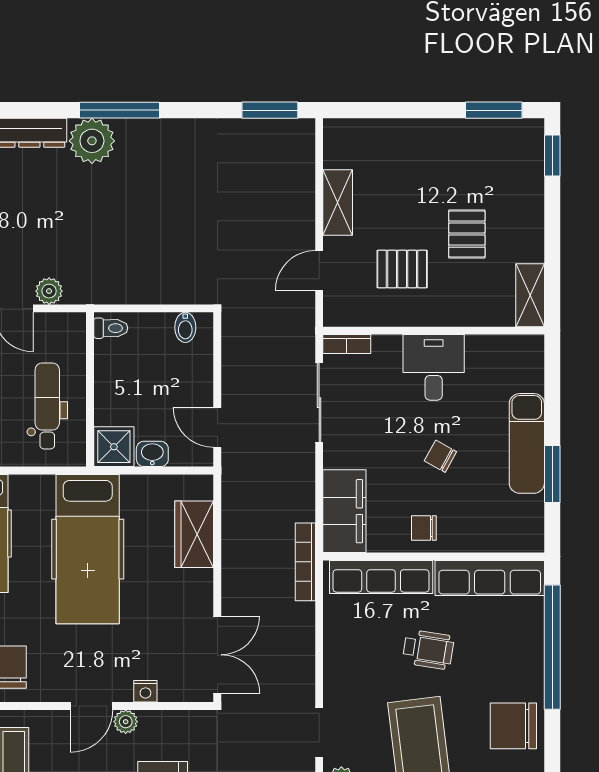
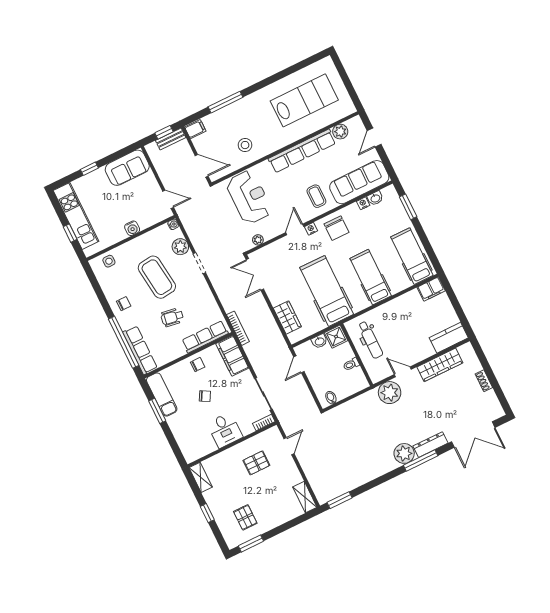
window: (119, 110) -> (421, 460), moved
window: (552, 155) -> (207, 513), moved
shelving: (338, 202) -> (305, 497), moved
pallet: (467, 234) -> (245, 517), moved
plant: (49, 291) -> (390, 393), width x1.88, depth x1.88
toilet: (111, 328) -> (351, 364), moved
door: (217, 427) -> (299, 364), swing flipped
exam couch: (527, 443) -> (162, 395), moved
row of seats: (490, 578) -> (140, 350), moved, turned 90
nightstand: (145, 691) -> (311, 229), moved
plant: (126, 722) -> (258, 240), moved
chair: (513, 726) -> (124, 304), width x0.54, depth x0.54

